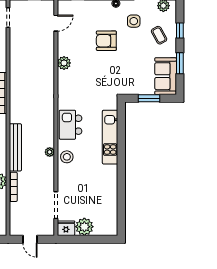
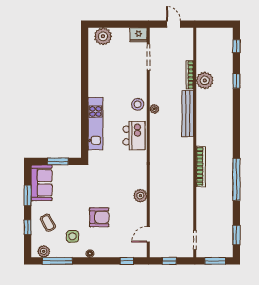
plant: (84, 227) -> (103, 36), moved

